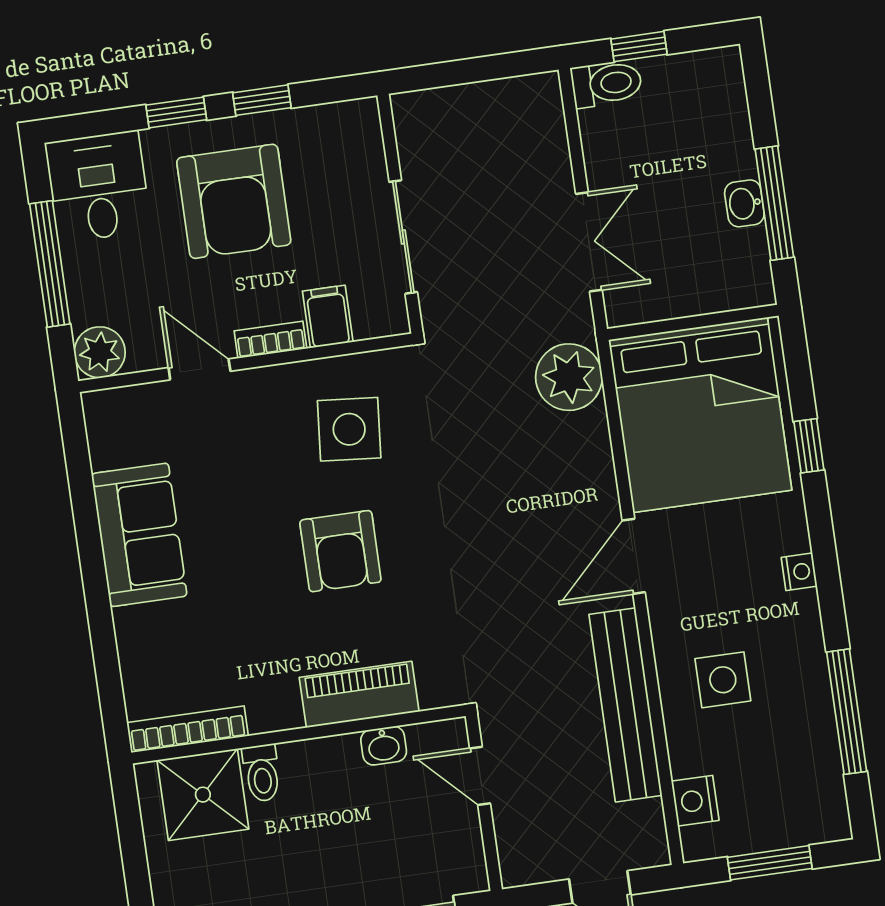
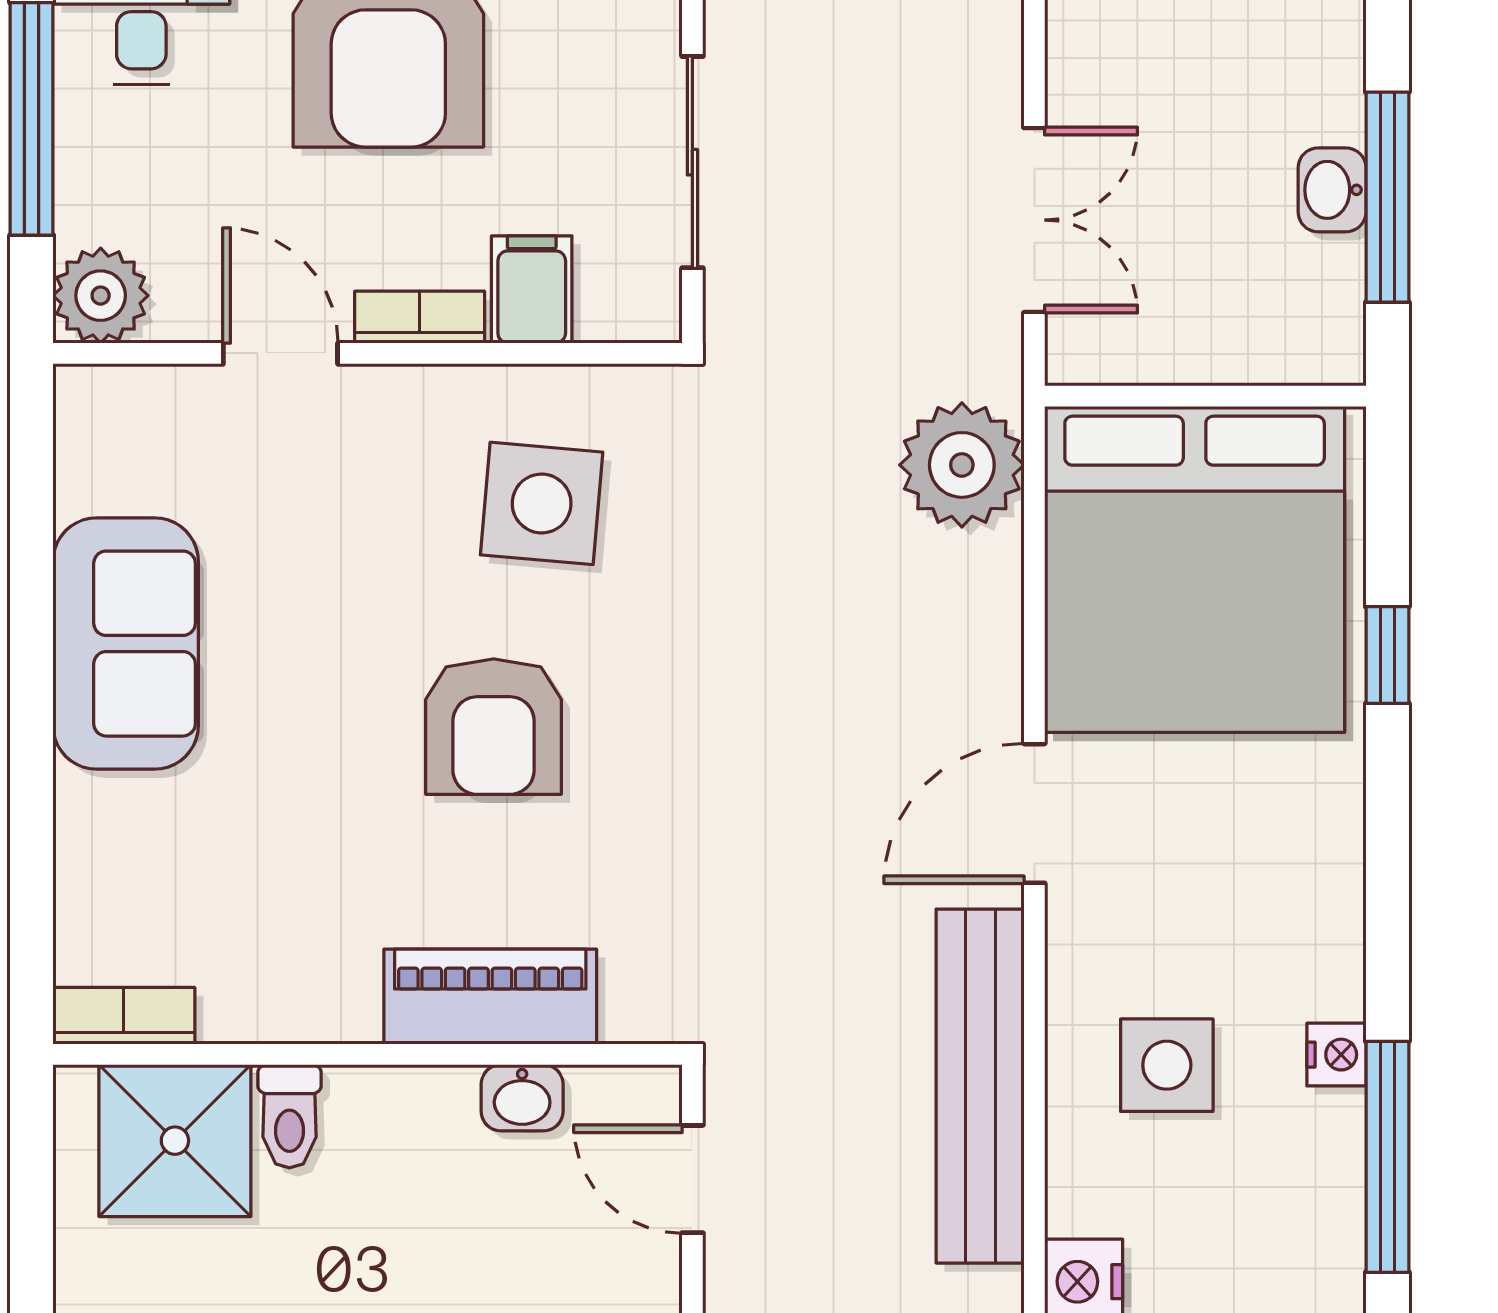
nightstand: (799, 572) -> (1336, 1055), moved
bookcase: (188, 729) -> (124, 1016), width x0.64

